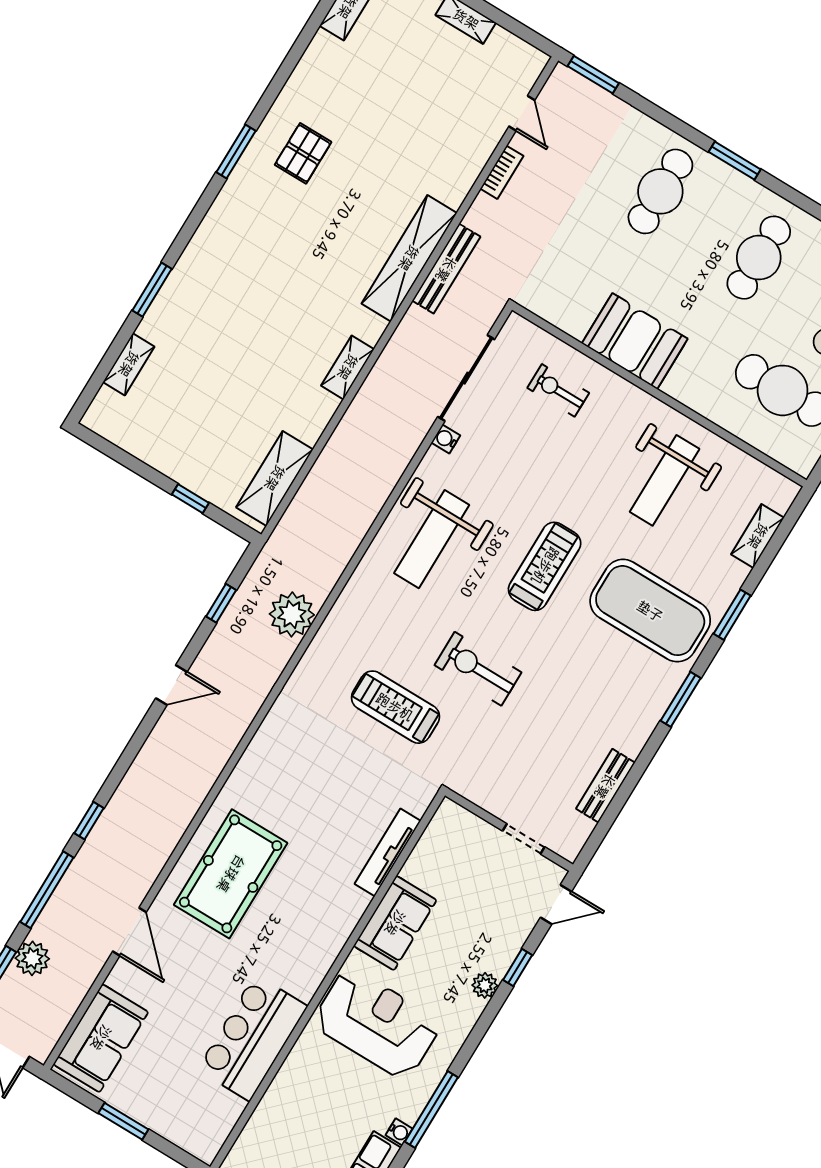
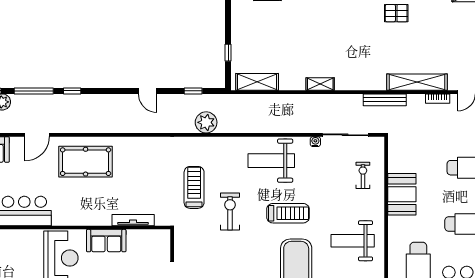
shelving: (409, 258) -> (417, 82), moved

